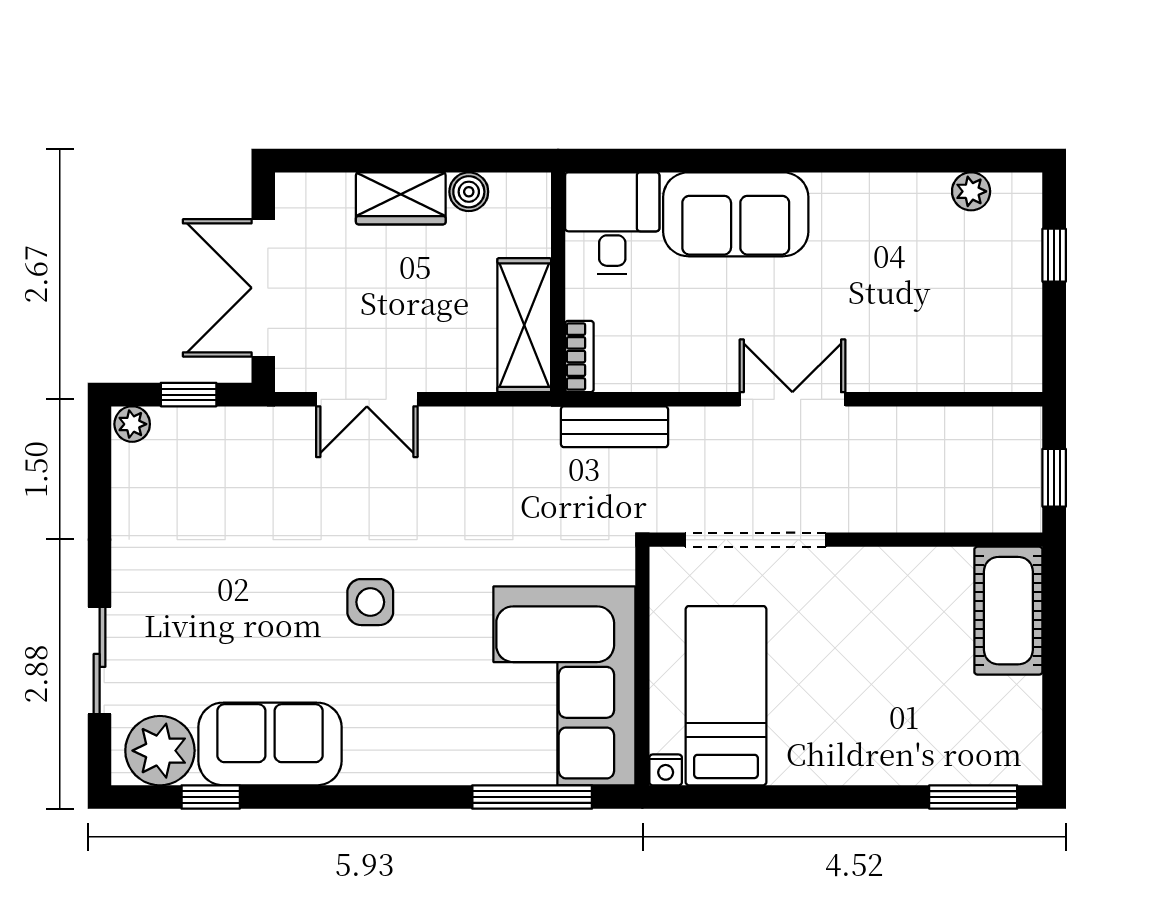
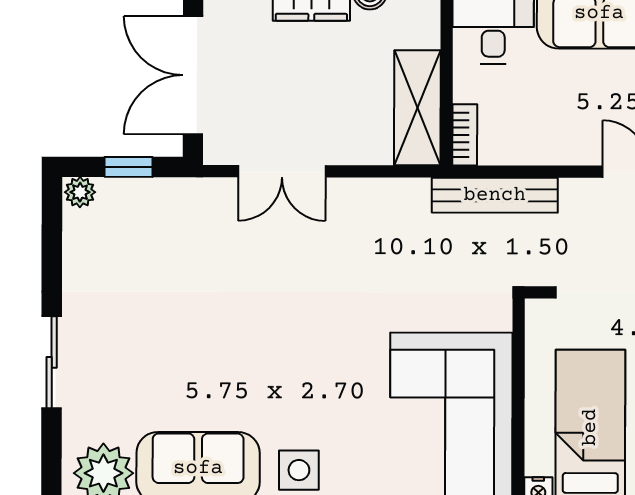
bench: (614, 427) -> (495, 195), width x1.36
side table: (370, 602) -> (299, 470), moved
sliding door: (100, 660) -> (52, 362), moved

